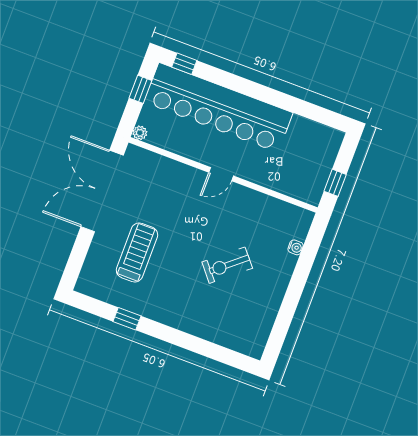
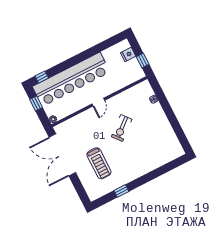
fridge: (325, 155) -> (128, 54), added
treadmill: (137, 252) -> (99, 163), turned 180
exercise bike: (227, 265) -> (122, 128), moved

